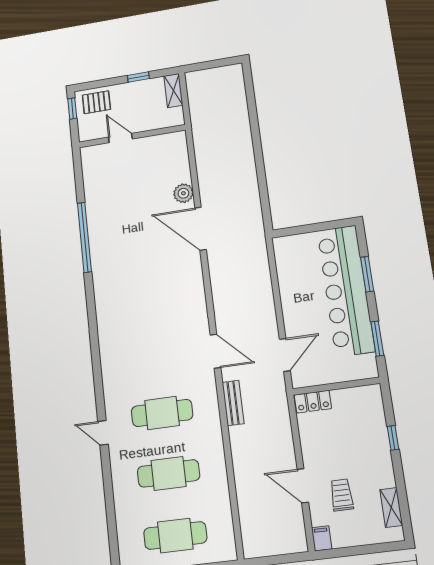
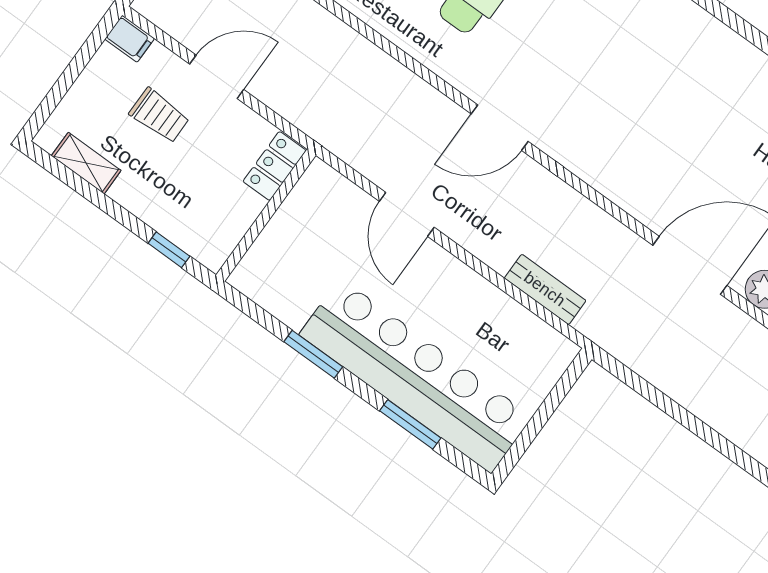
wall: (336, 386) -> (266, 215), moved
locker: (313, 402) -> (275, 166), moved
bench: (233, 403) -> (545, 289), moved

